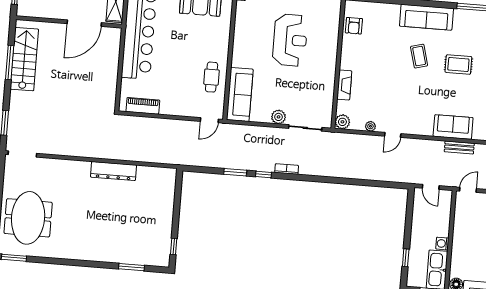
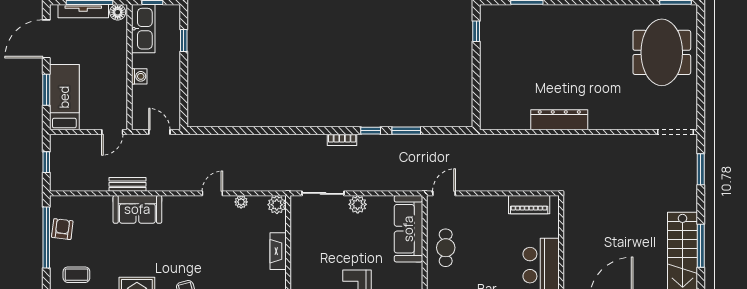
washing machine: (442, 244) -> (139, 76), moved

